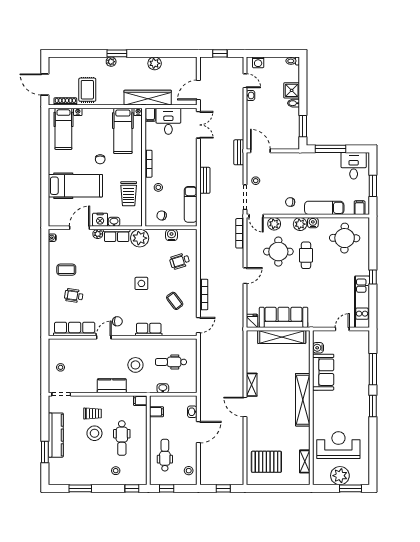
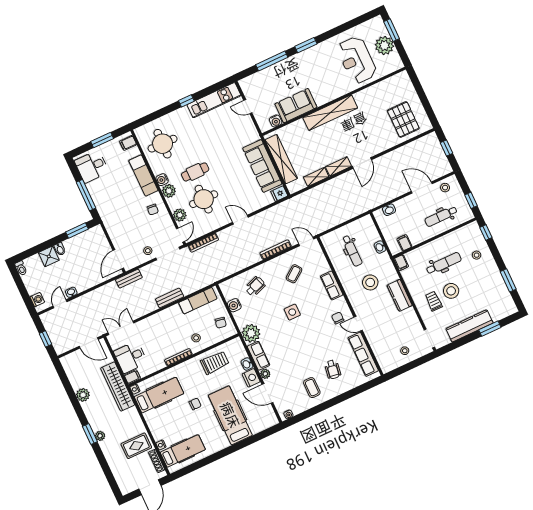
wheelchair: (180, 261) -> (255, 286), turned -93
door: (198, 432) -> (422, 188), moved
shelving: (305, 461) -> (316, 177), moved

